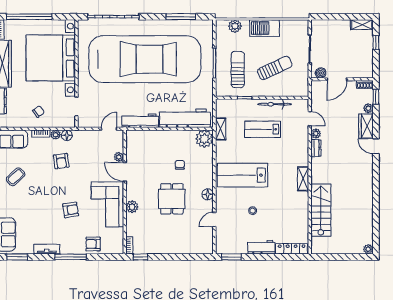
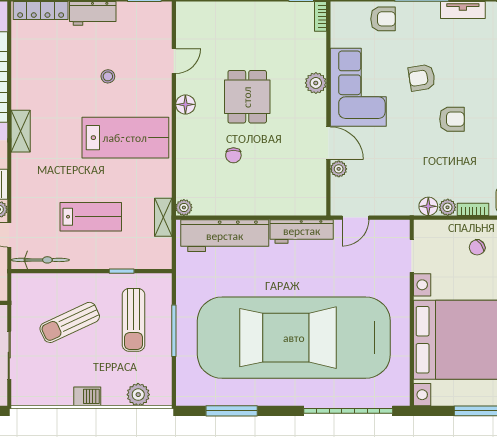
barbecue: (265, 28) -> (87, 396), width x0.53, depth x0.65
bicycle: (275, 104) -> (40, 260), moved
plant: (204, 139) -> (184, 207), width x0.53, depth x0.53
armchair: (61, 161) -> (452, 119), moved, turned 98

